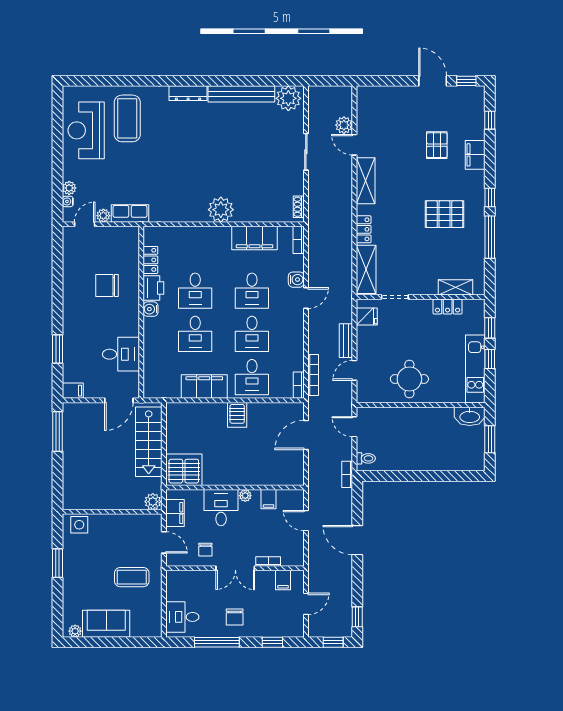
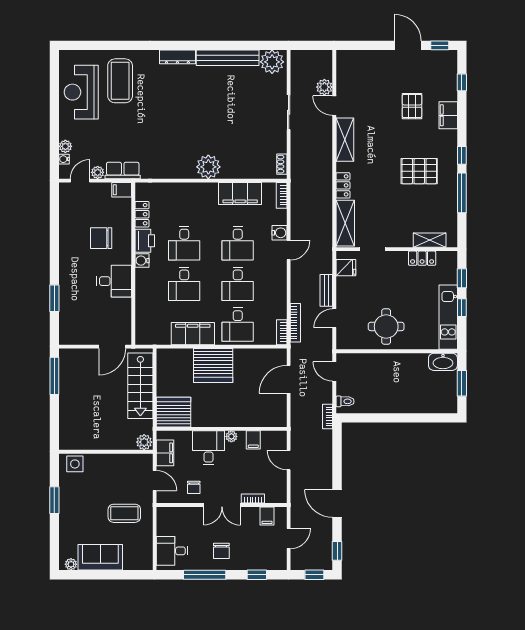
desk: (121, 354) -> (114, 281), moved
filing cabinet: (73, 391) -> (122, 190), moved, turned 180
server rack: (237, 415) -> (213, 366), width x2.18, depth x1.44
door: (357, 540) -> (337, 504), moved

